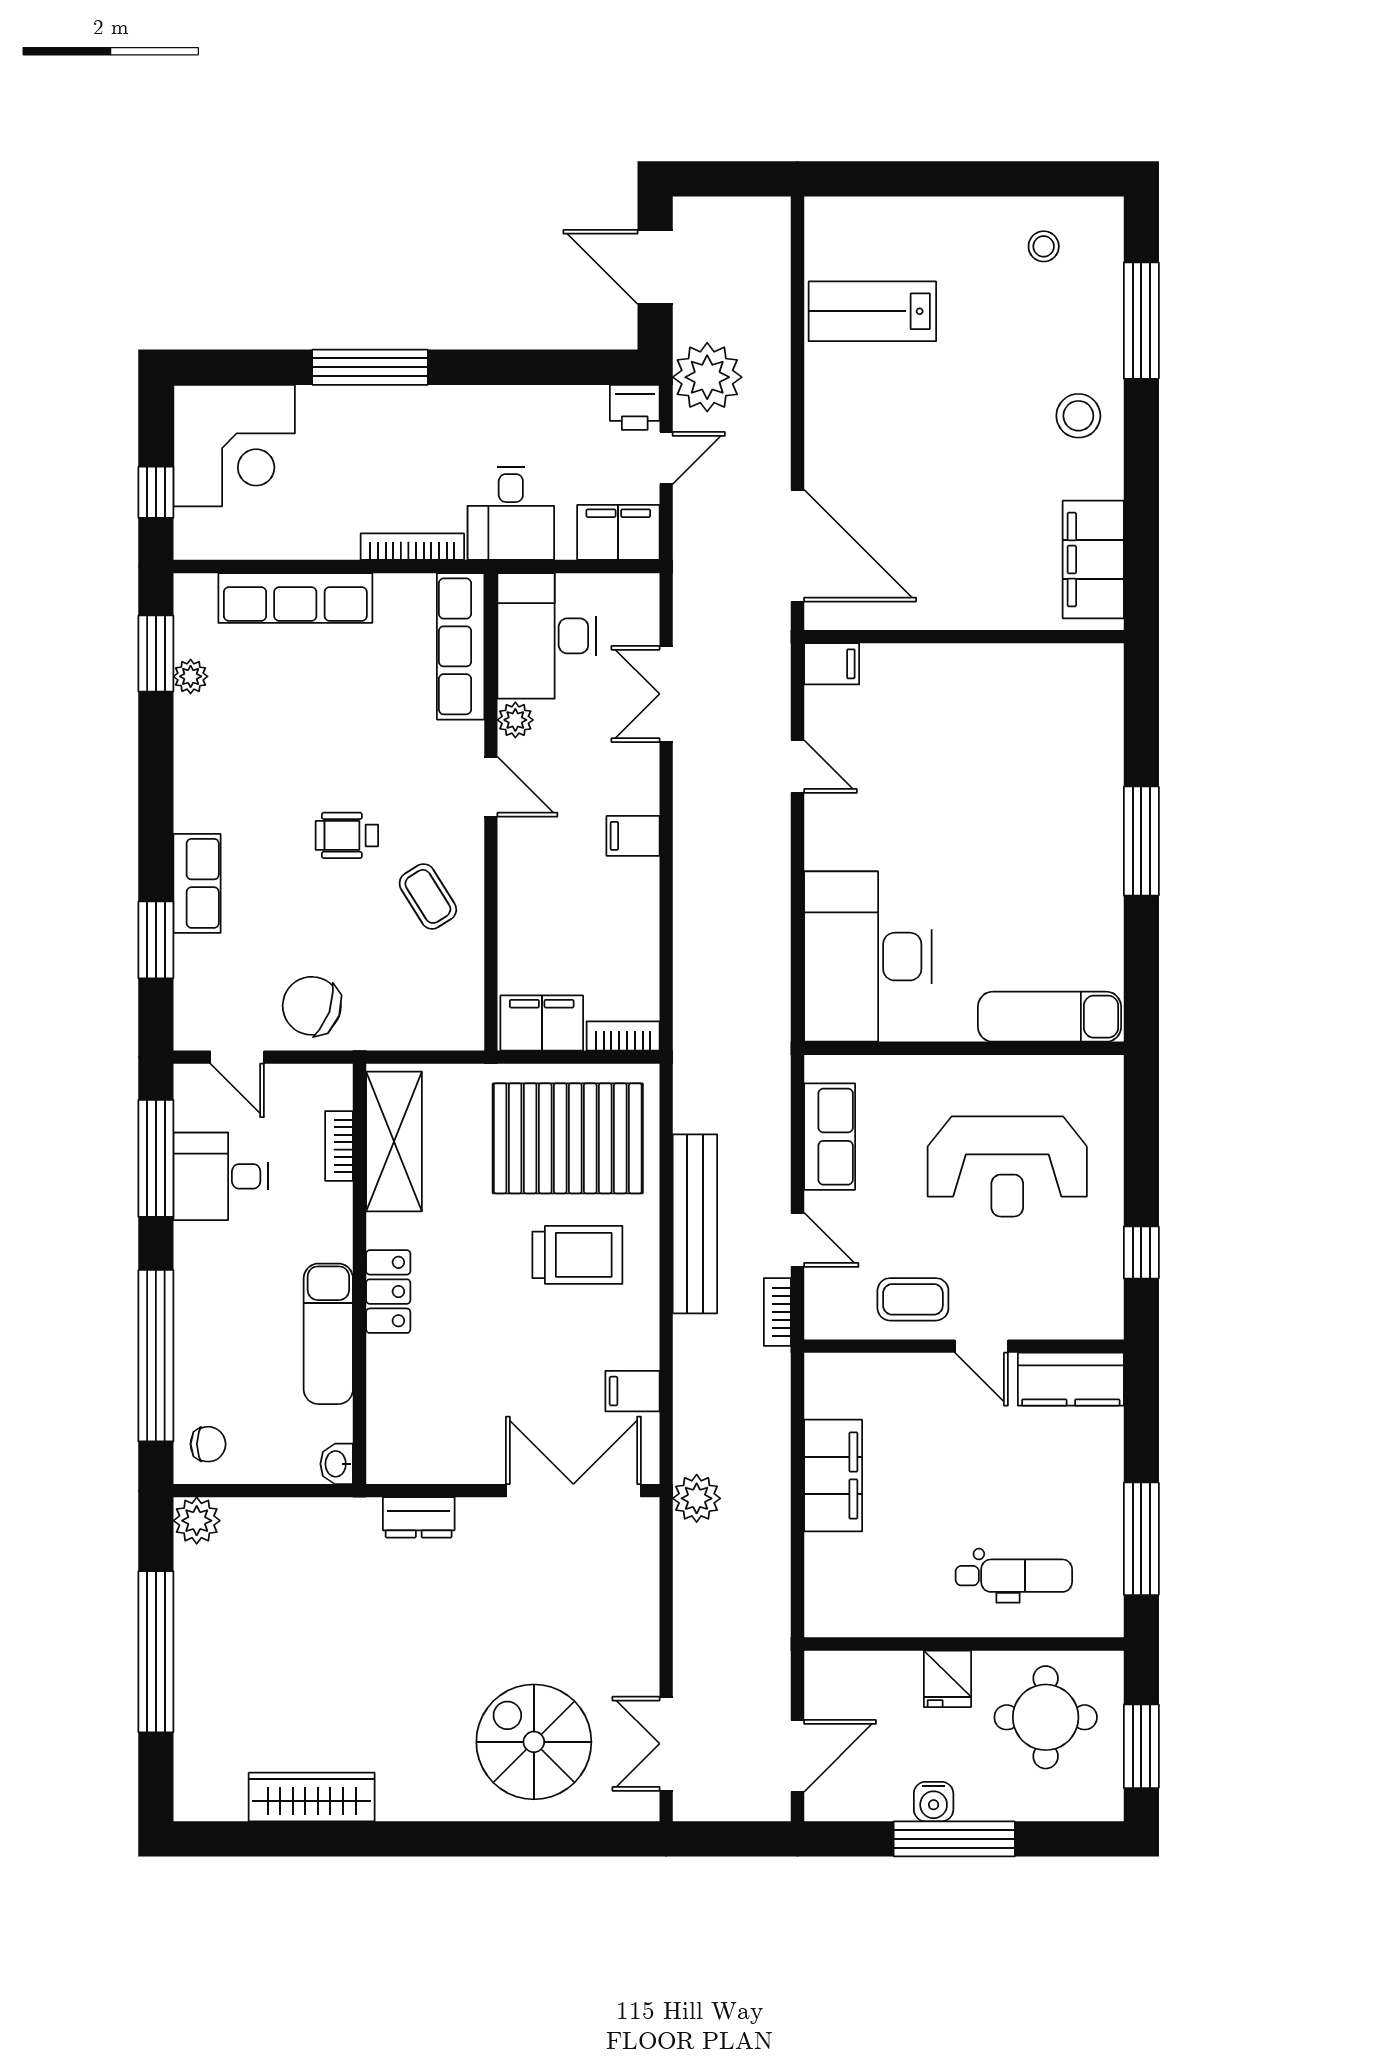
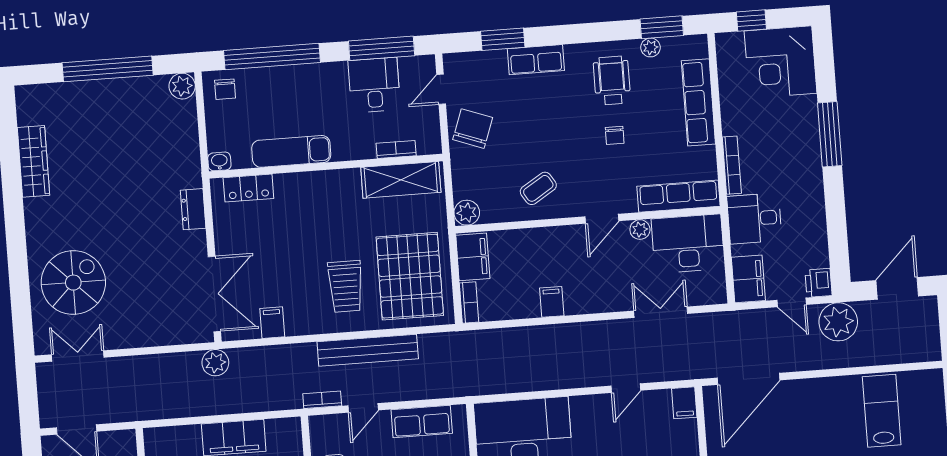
chair: (343, 752) -> (615, 135), added
wheelchair: (347, 835) -> (612, 81), moved, width x1.36, depth x1.37
filing cabinet: (633, 836) -> (552, 302), moved
plant: (462, 1028) -> (467, 213), added
locker: (388, 1292) -> (248, 188), moved

